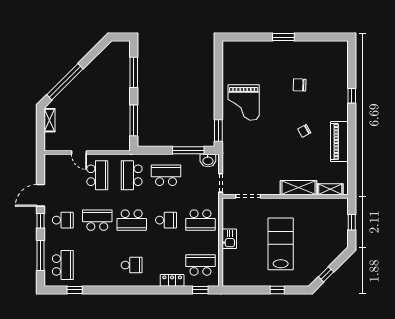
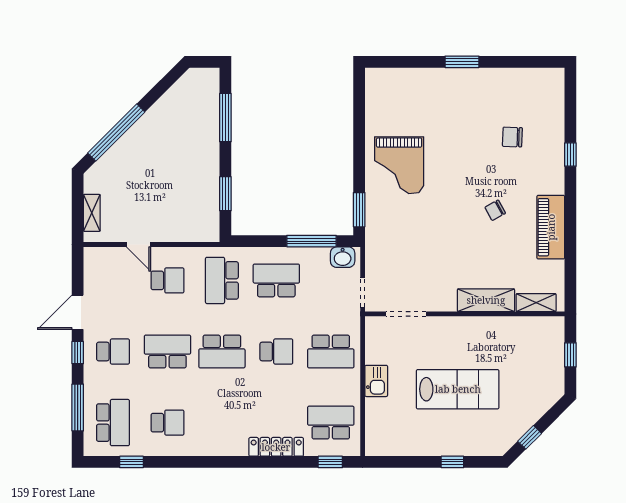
chair: (300, 85) -> (512, 137), moved
shelving: (49, 120) -> (92, 213), moved
window: (134, 120) -> (225, 194), width x0.69
school desk: (97, 175) -> (167, 280), width x0.54
lab bench: (281, 244) -> (458, 389), turned 90
school desk: (132, 265) -> (167, 423), moved
locker: (172, 280) -> (276, 447), width x1.53

